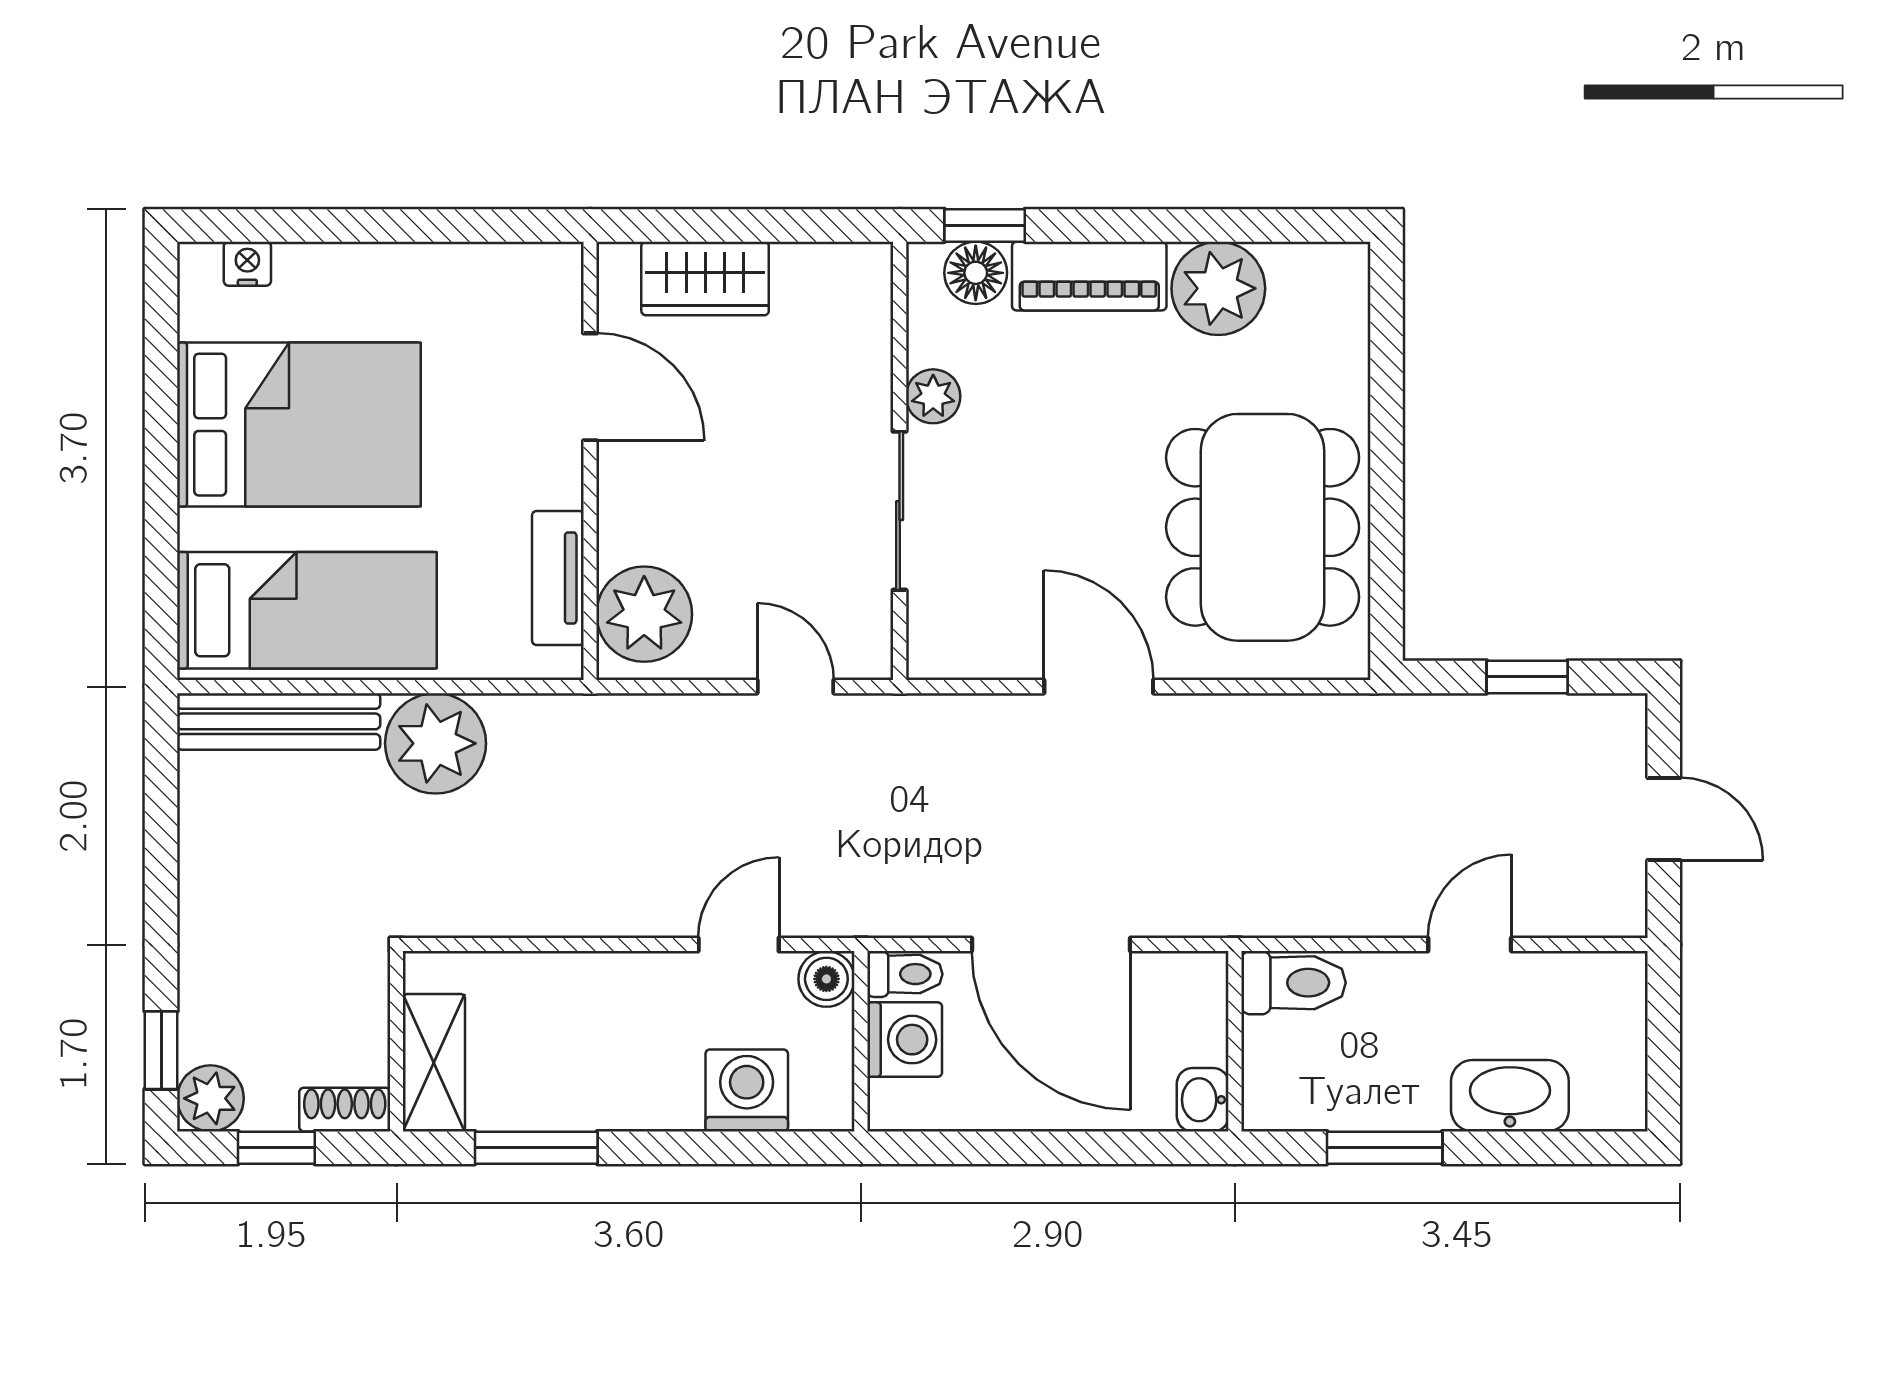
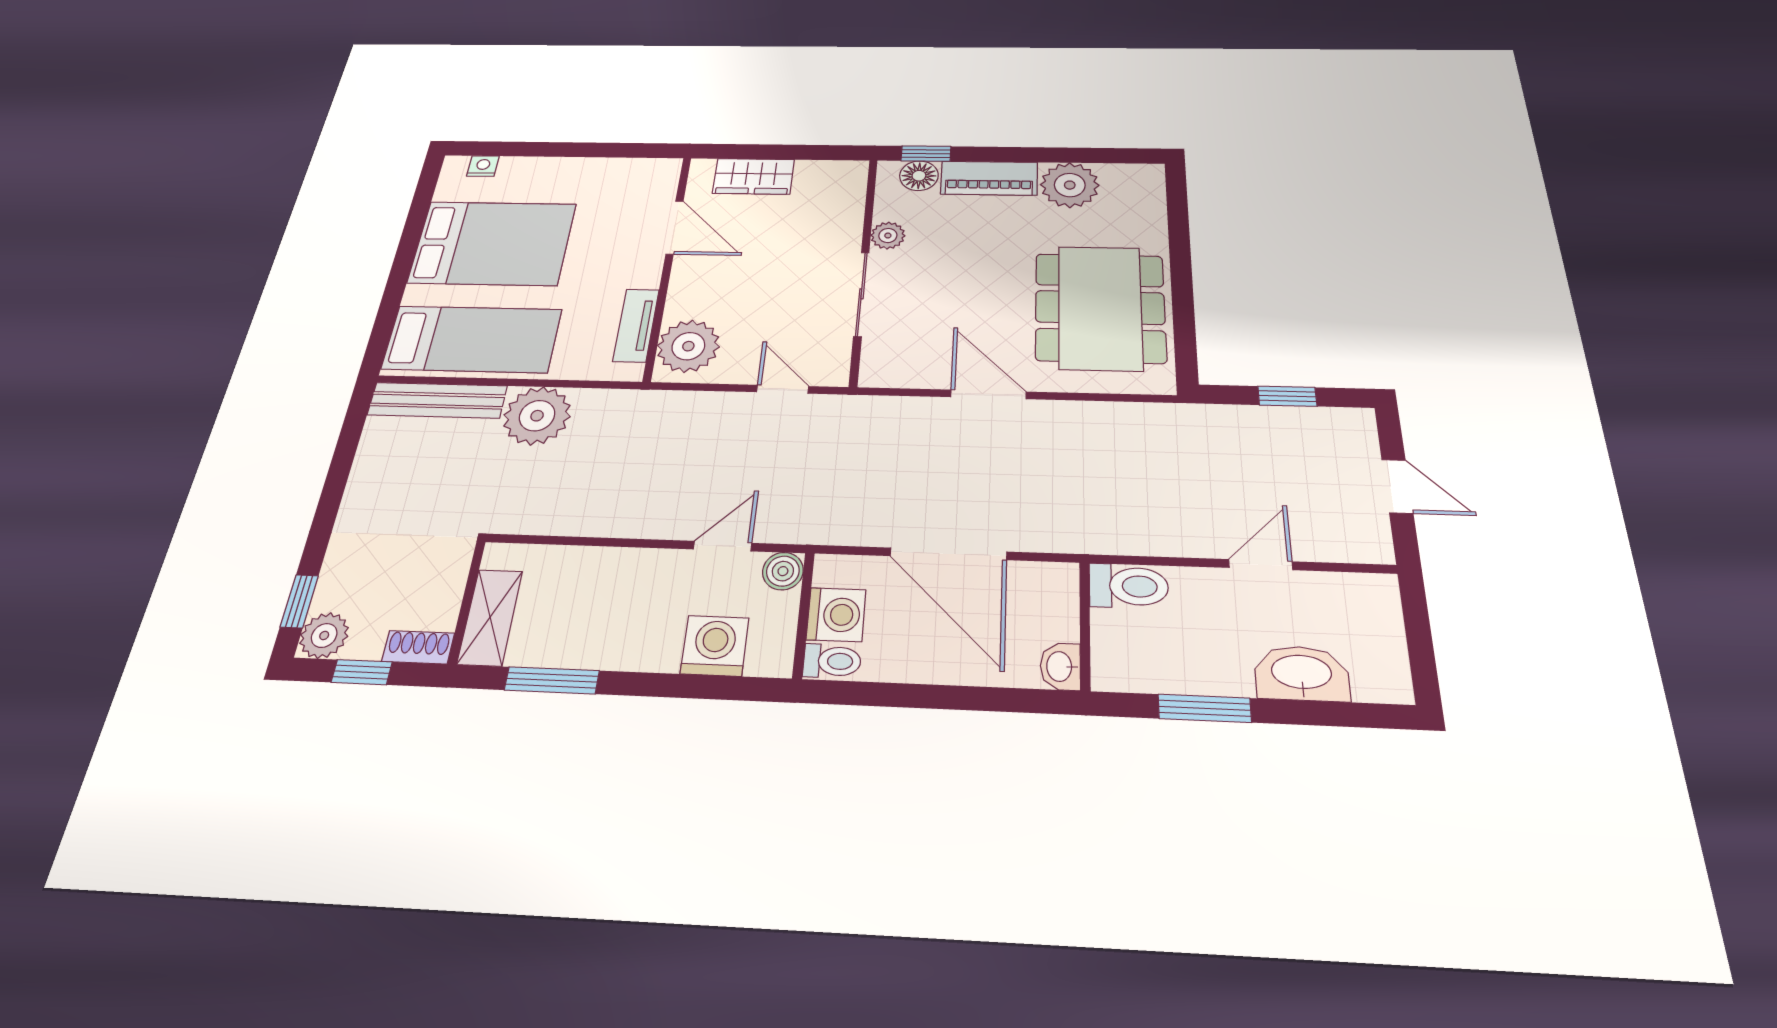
toilet: (905, 974) -> (832, 661), moved

